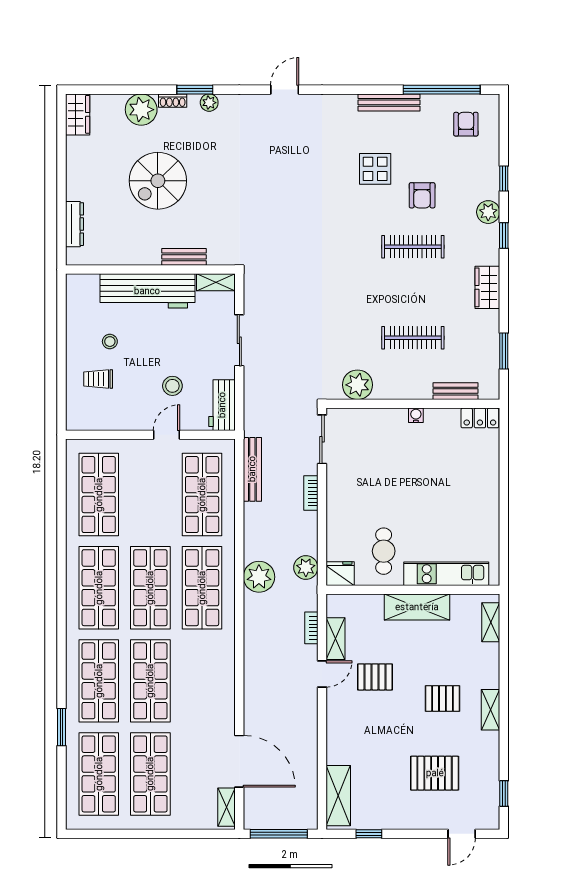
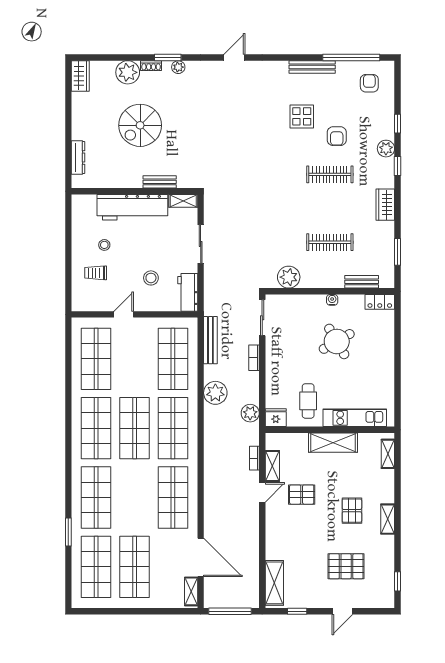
door: (166, 435) -> (124, 314), moved
round table: (422, 471) -> (337, 341), added
plant: (259, 577) -> (215, 393), moved
shop shelf: (150, 681) -> (173, 497), moved
pallet: (442, 698) -> (352, 511), turned 90
door: (462, 834) -> (342, 611), moved

